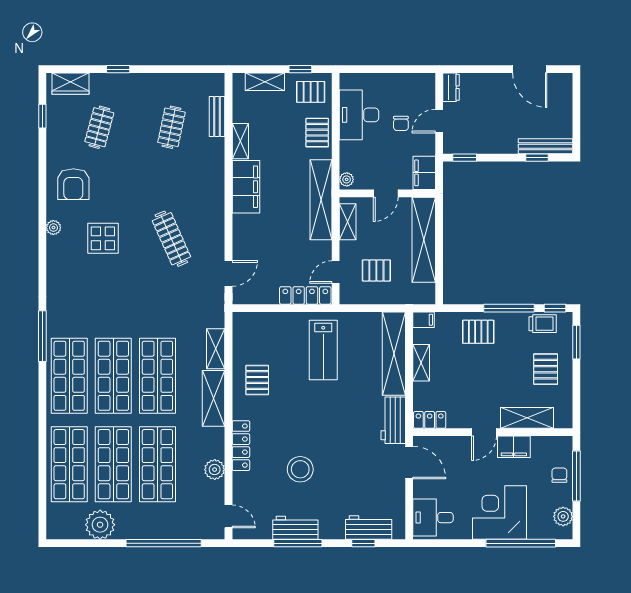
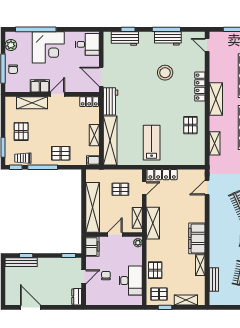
shelving: (321, 200) -> (153, 223), width x0.68
shelving: (214, 398) -> (216, 99), moved
plant: (215, 470) -> (215, 73), removed

